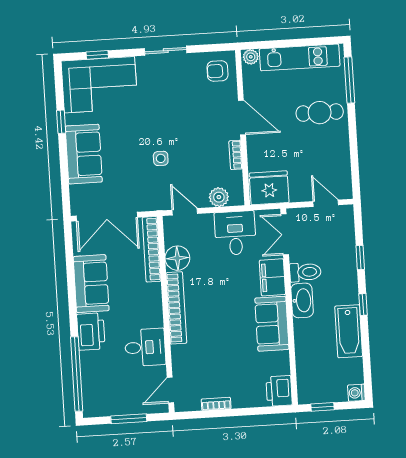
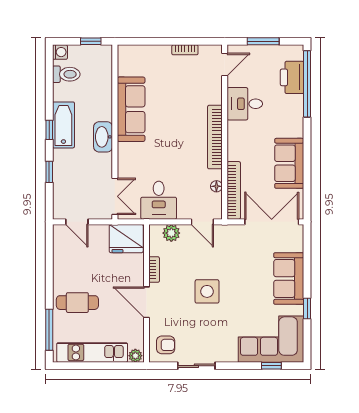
sliding door: (166, 51) -> (196, 366), moved
side table: (161, 158) -> (207, 291), moved, width x1.87, depth x1.87
floor lamp: (177, 258) -> (216, 186), width x0.53, depth x0.53
toilet: (305, 272) -> (66, 74), moved, turned 180
filing cabinet: (272, 277) -> (128, 159), removed
sofa: (272, 324) -> (131, 109), width x1.36
bathtub: (349, 331) -> (63, 125), moved
printer: (91, 332) -> (292, 77), moved
printer: (279, 391) -> (128, 58), removed

